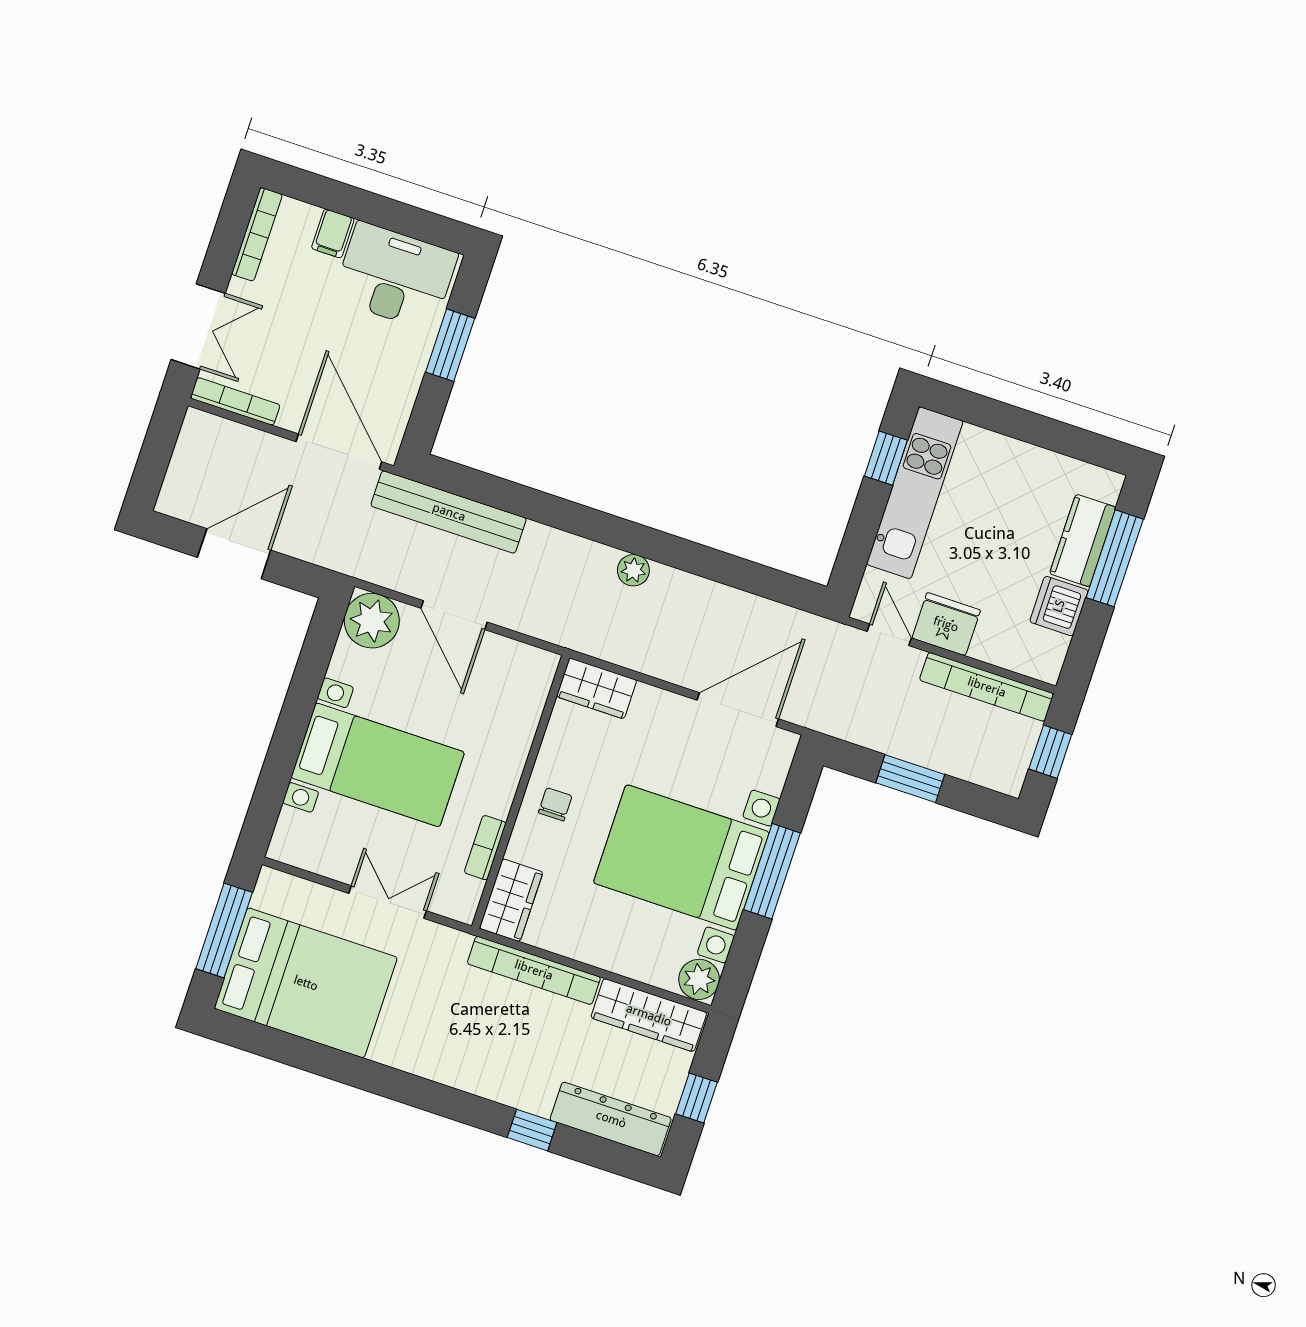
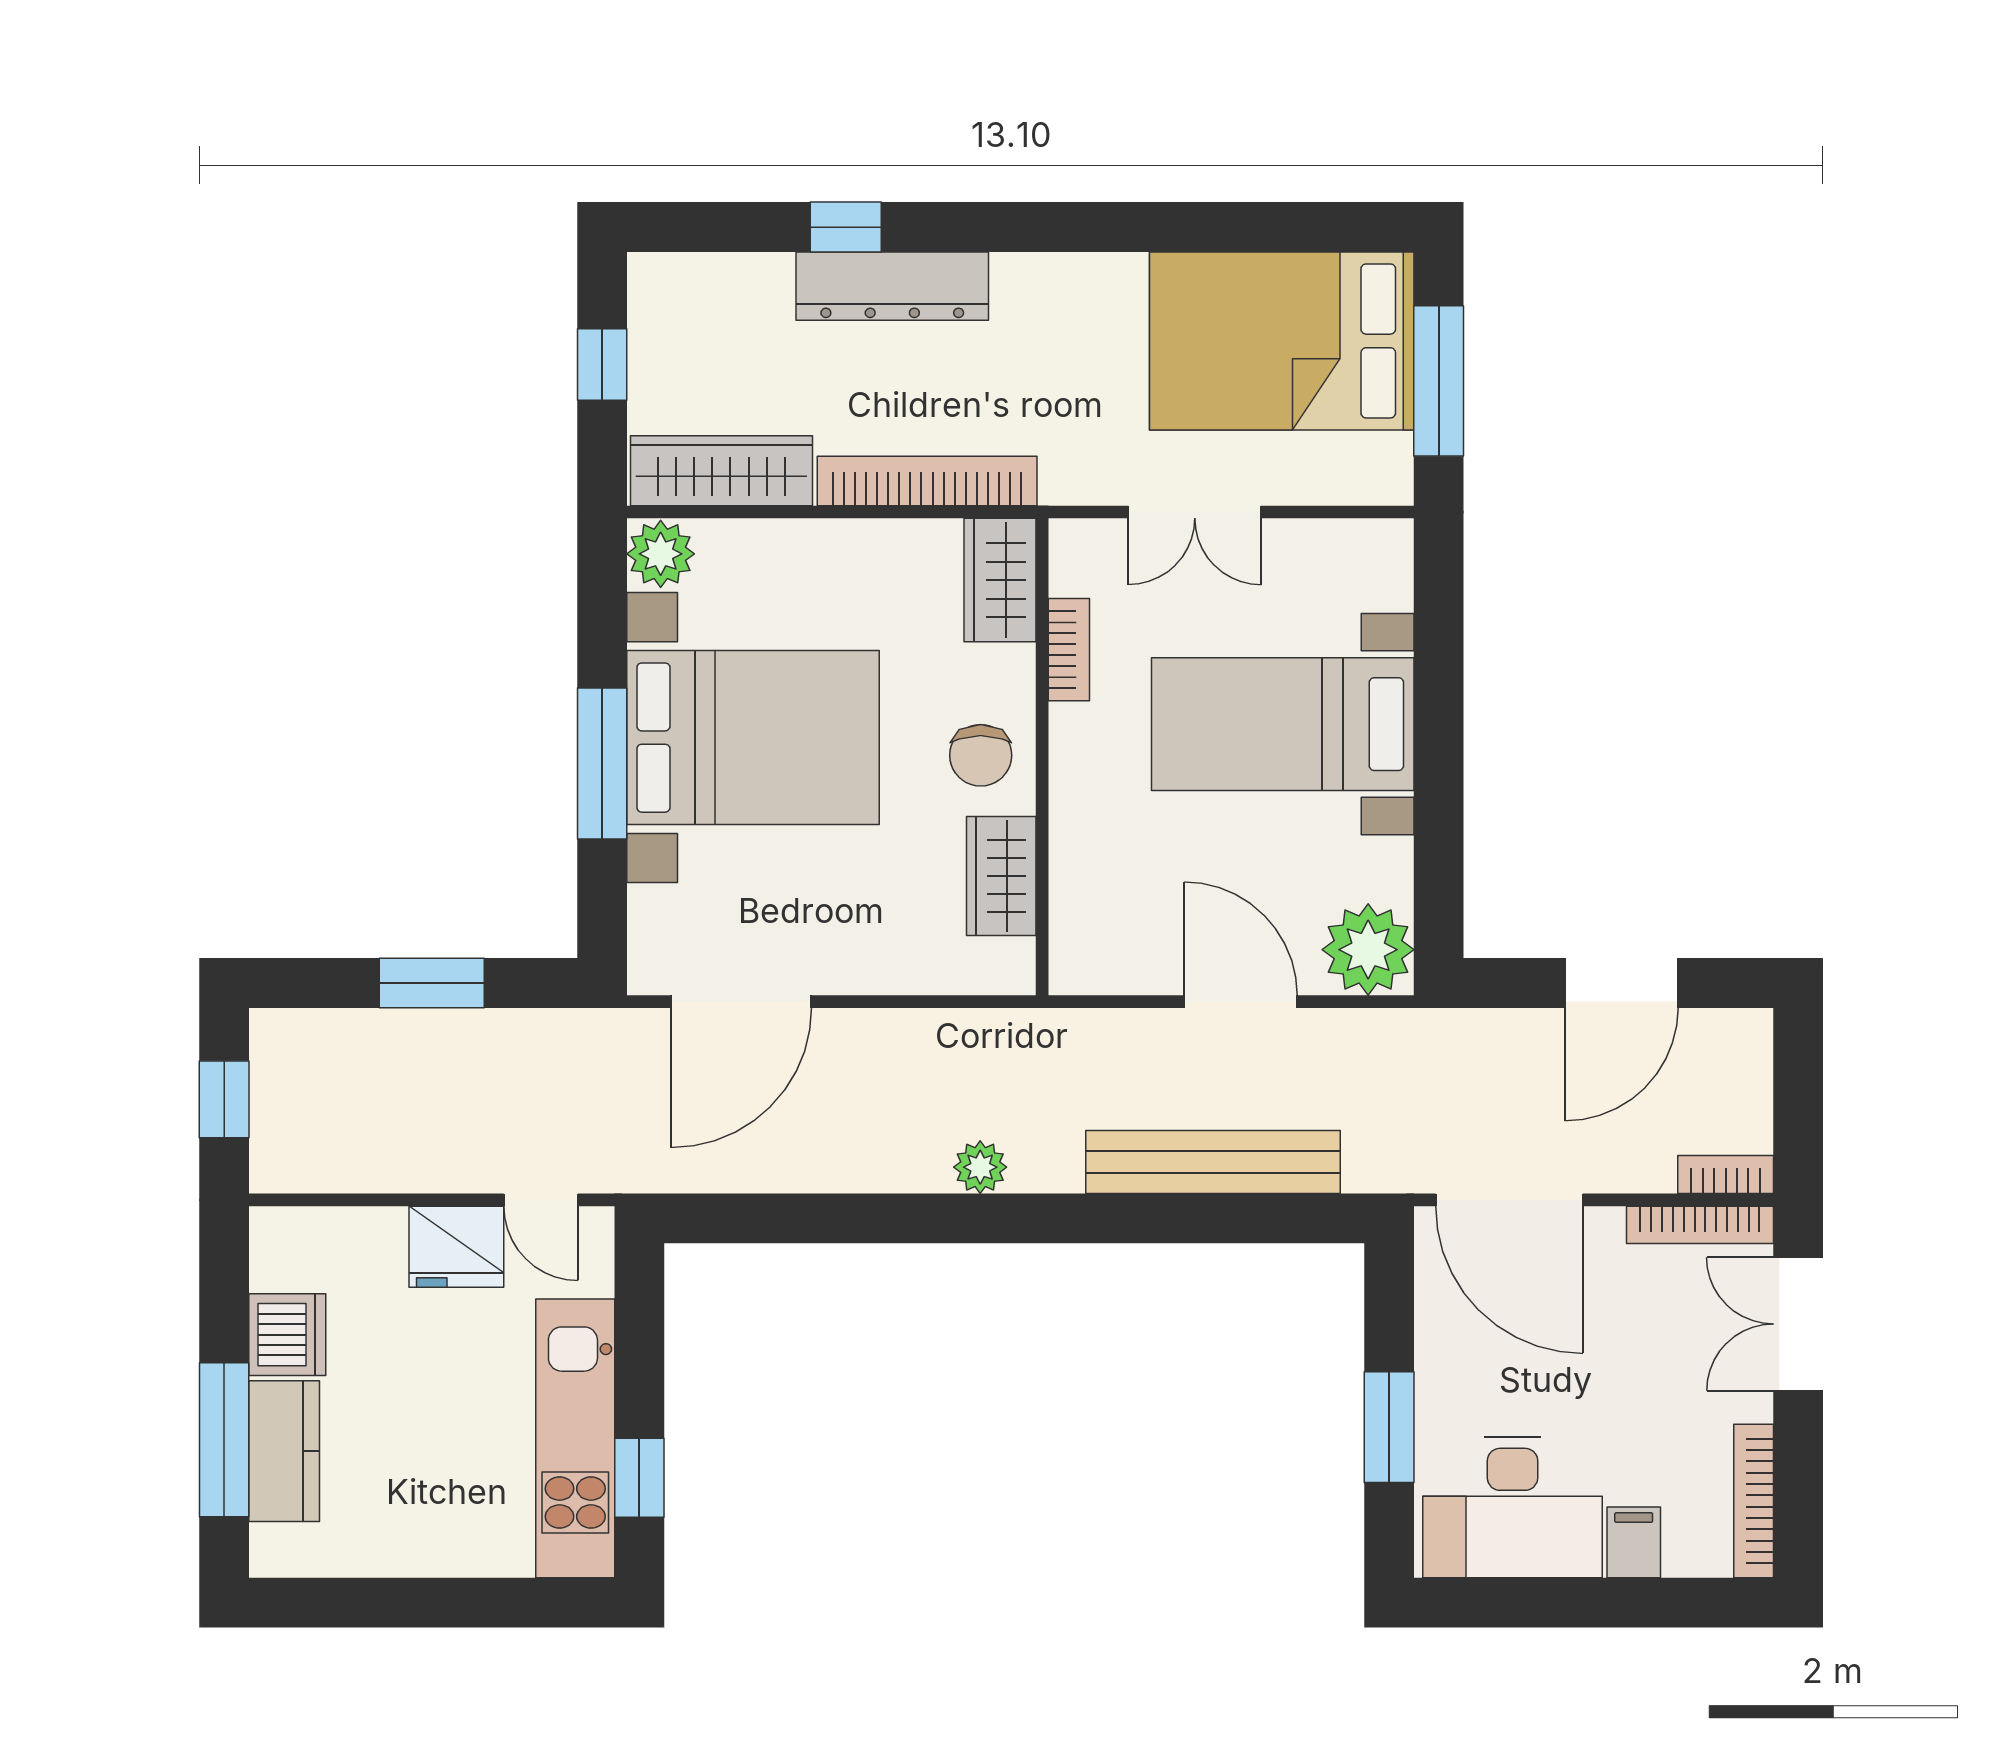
bench: (449, 512) -> (1213, 1162), moved
bookcase: (987, 687) -> (1726, 1175), moved, width x0.43, depth x0.76
wardrobe: (597, 688) -> (1001, 876), moved, turned -90
chair: (555, 804) -> (981, 755), width x1.37, depth x1.37
dresser: (611, 1119) -> (892, 286), moved

